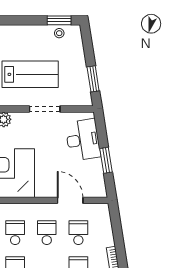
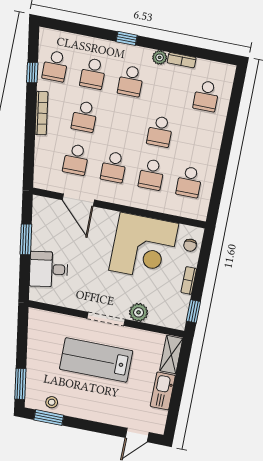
window: (93, 79) -> (20, 384), moved
doorway: (45, 109) -> (106, 319), moved
desk: (83, 140) -> (49, 269), width x0.73

